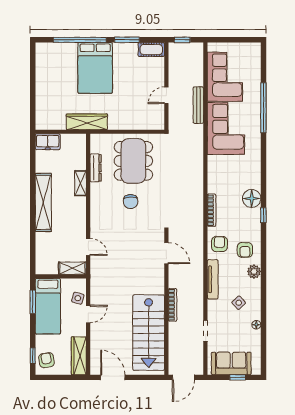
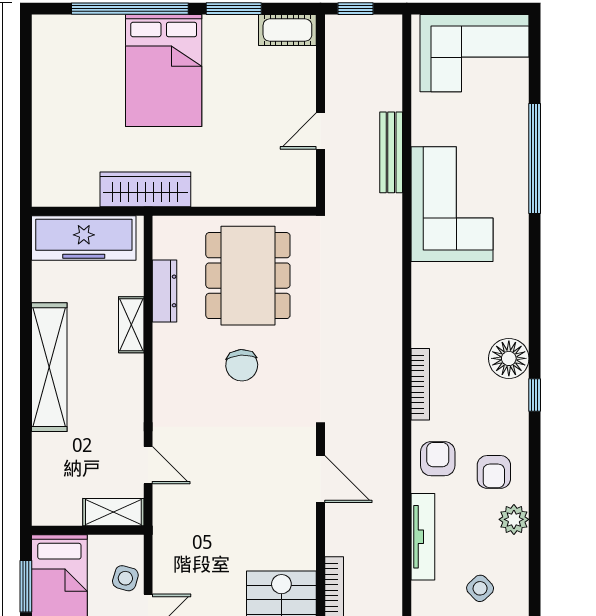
corner sofa: (225, 77) -> (475, 53), moved, turned 90
freezer: (48, 142) -> (84, 238), width x1.91, depth x1.26

